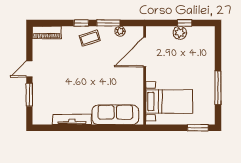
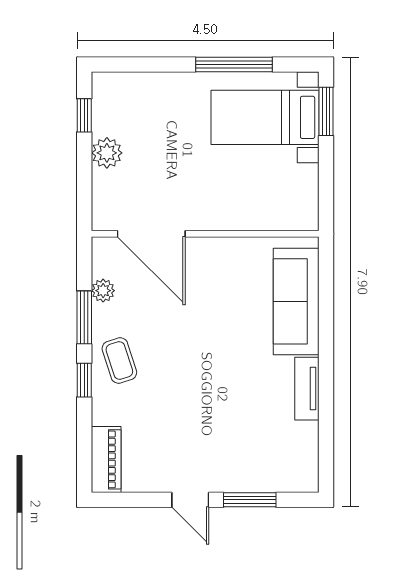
window: (185, 23) -> (84, 115), moved
bed with nightstands: (169, 102) -> (265, 117), moved, turned -90
tv unit: (72, 119) -> (307, 389), width x0.71

